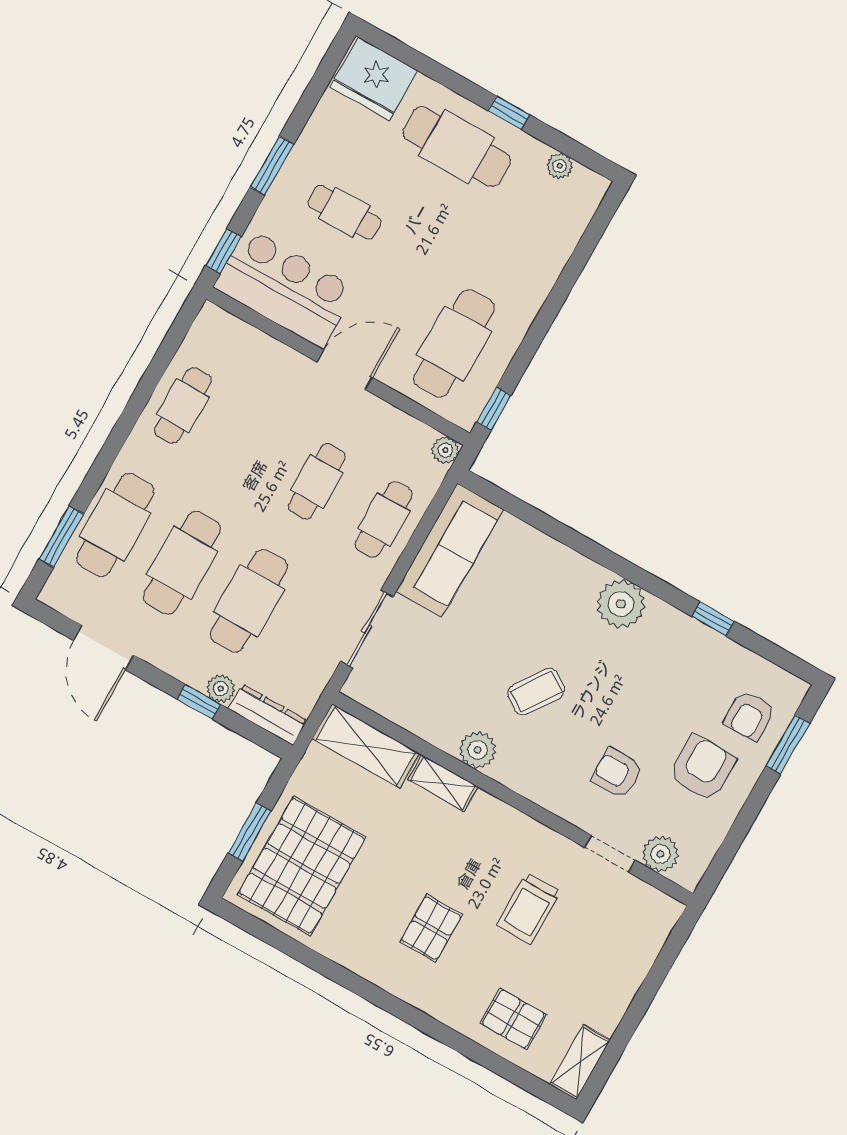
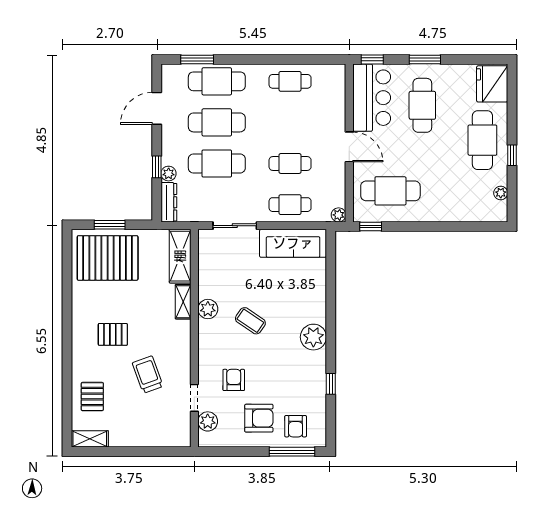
cafe table: (344, 212) -> (422, 105), width x1.37, depth x1.35
armchair: (750, 715) -> (296, 426), turned -90
window: (788, 745) -> (292, 452), width x1.44
trolley: (529, 908) -> (148, 375), turned 70

